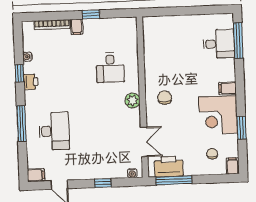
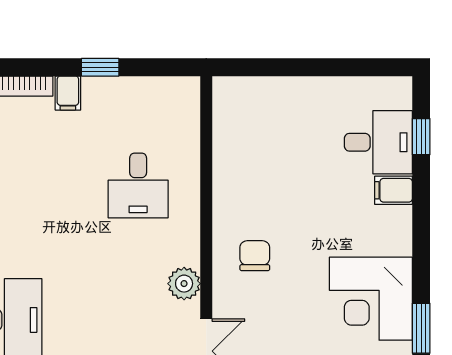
window: (238, 40) -> (421, 137), width x0.46
filing cabinet: (227, 88) -> (393, 190), moved
plant: (132, 100) -> (184, 284), moved

